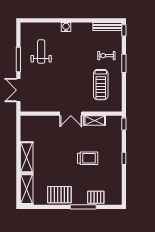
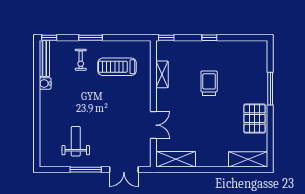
water cooler: (66, 27) -> (45, 83), moved
weight bench: (41, 52) -> (76, 141), turned 90
treadmill: (101, 85) -> (117, 67), turned 180
double door: (71, 114) -> (153, 125), moved
shelving: (27, 157) -> (176, 159), moved
pallet: (96, 197) -> (258, 73), removed

